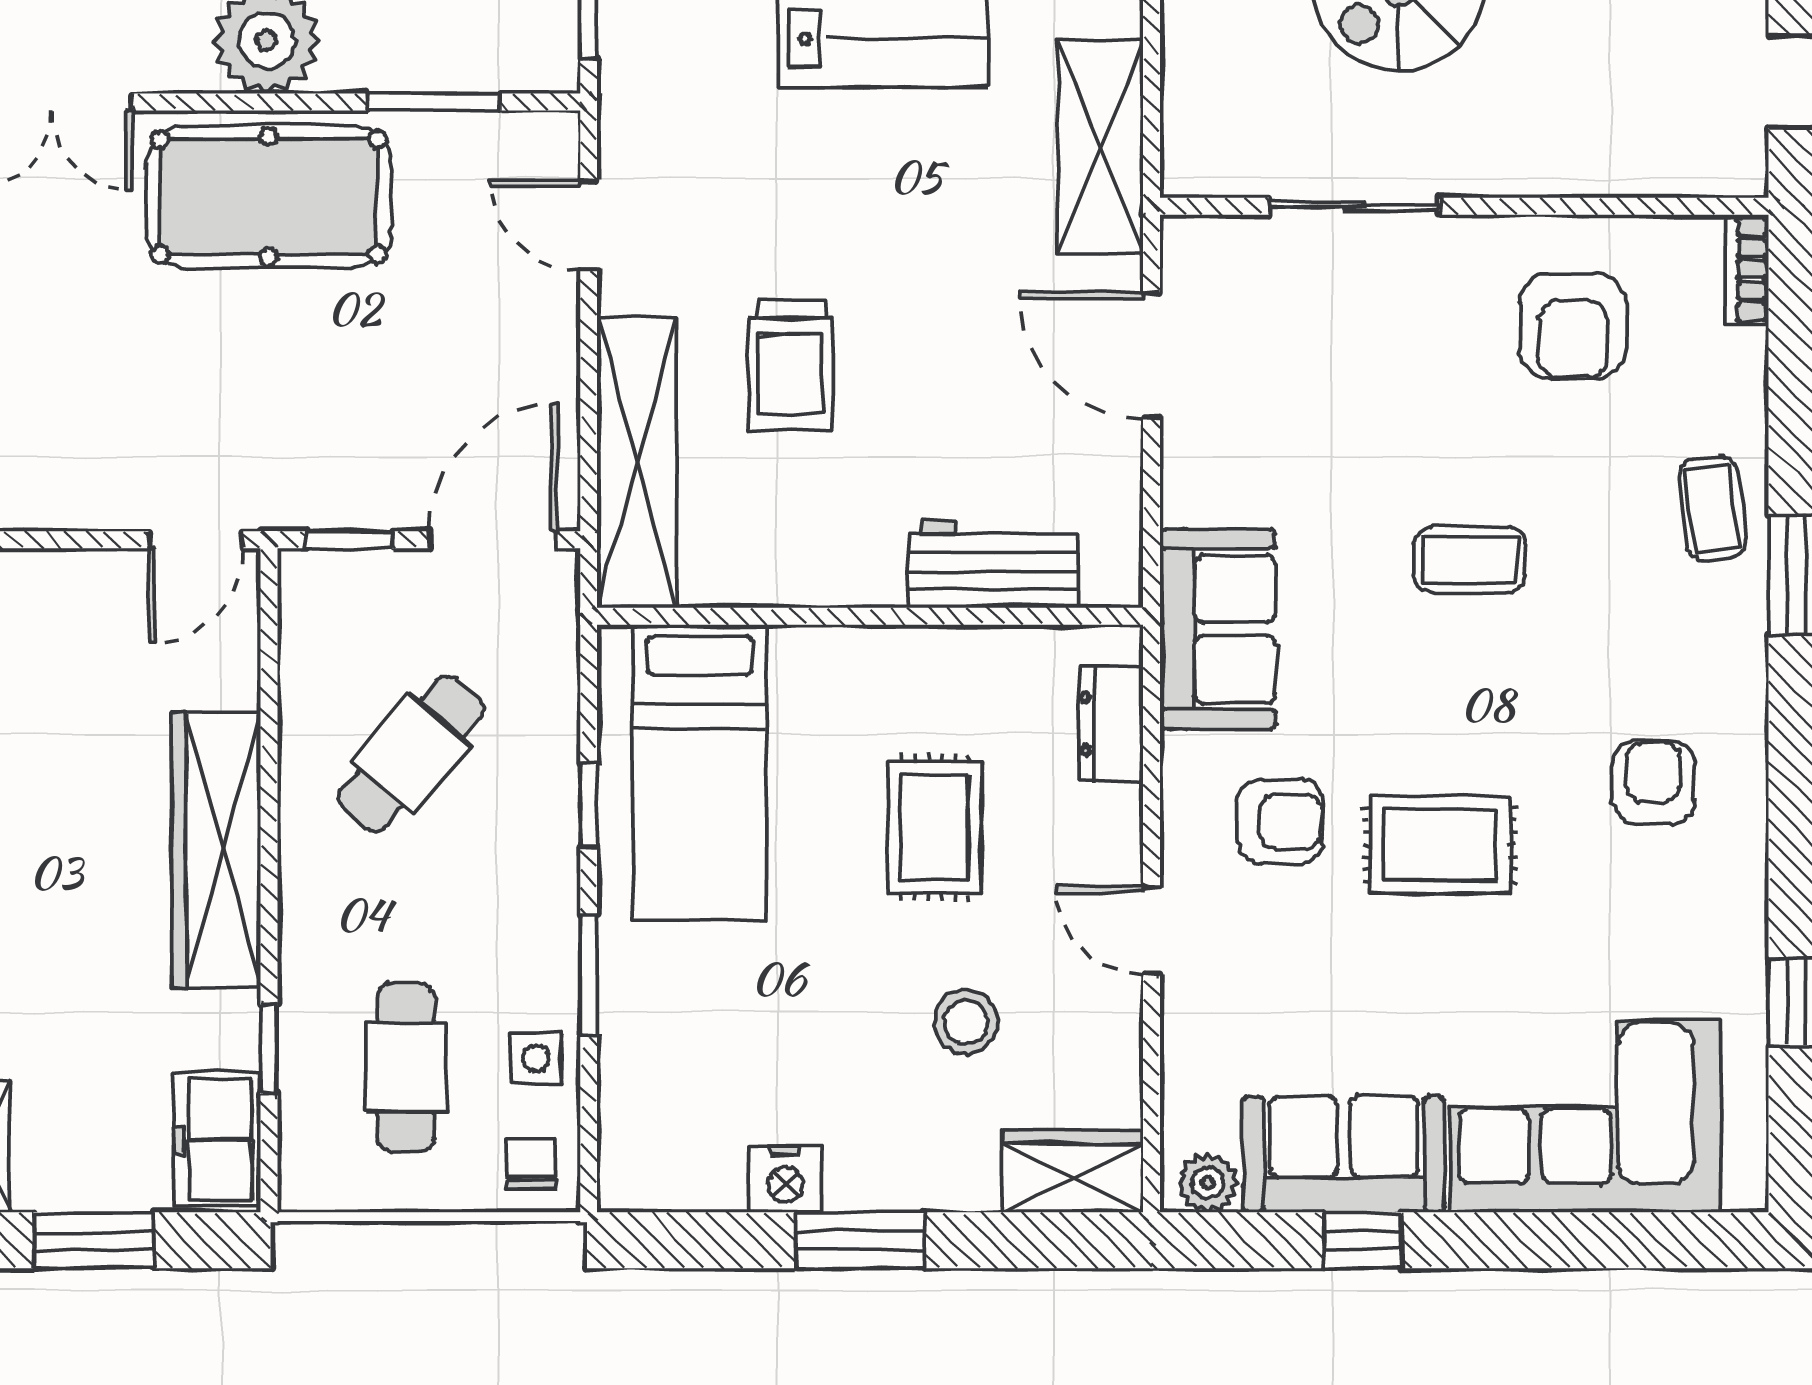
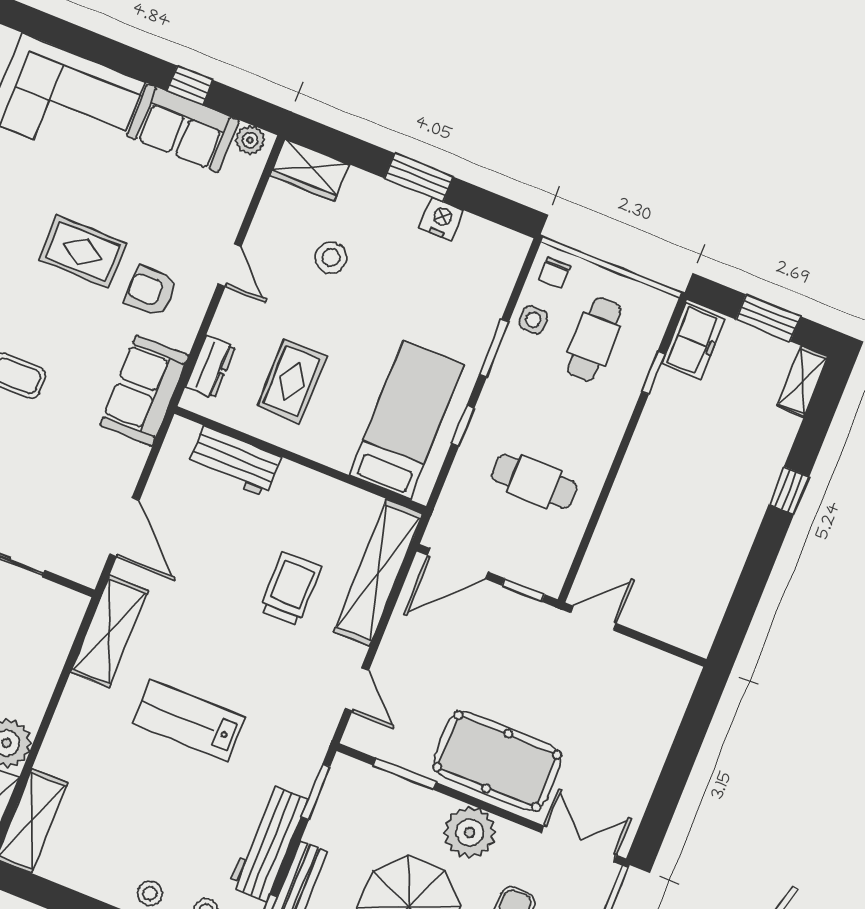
cafe table: (411, 753) -> (534, 481), turned 49
rug: (935, 827) -> (292, 381), moved
wardrobe: (216, 850) -> (641, 473), removed

